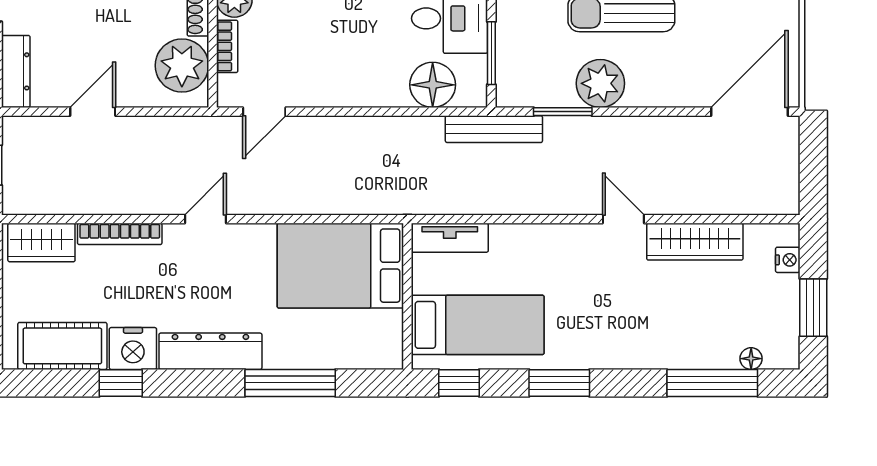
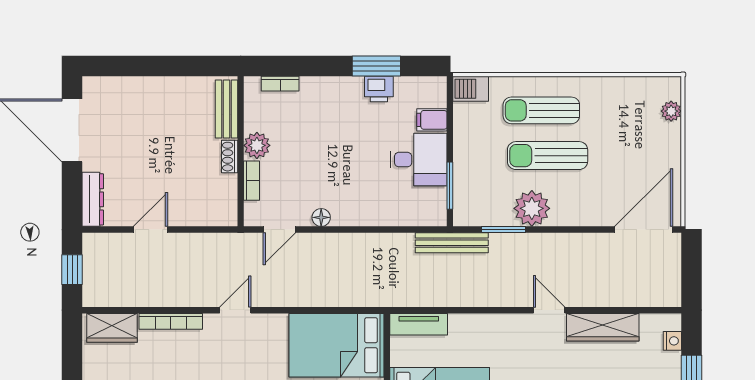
plant: (182, 66) -> (218, 195), removed
floor lamp: (433, 85) -> (321, 217), moved, width x0.53, depth x0.53

